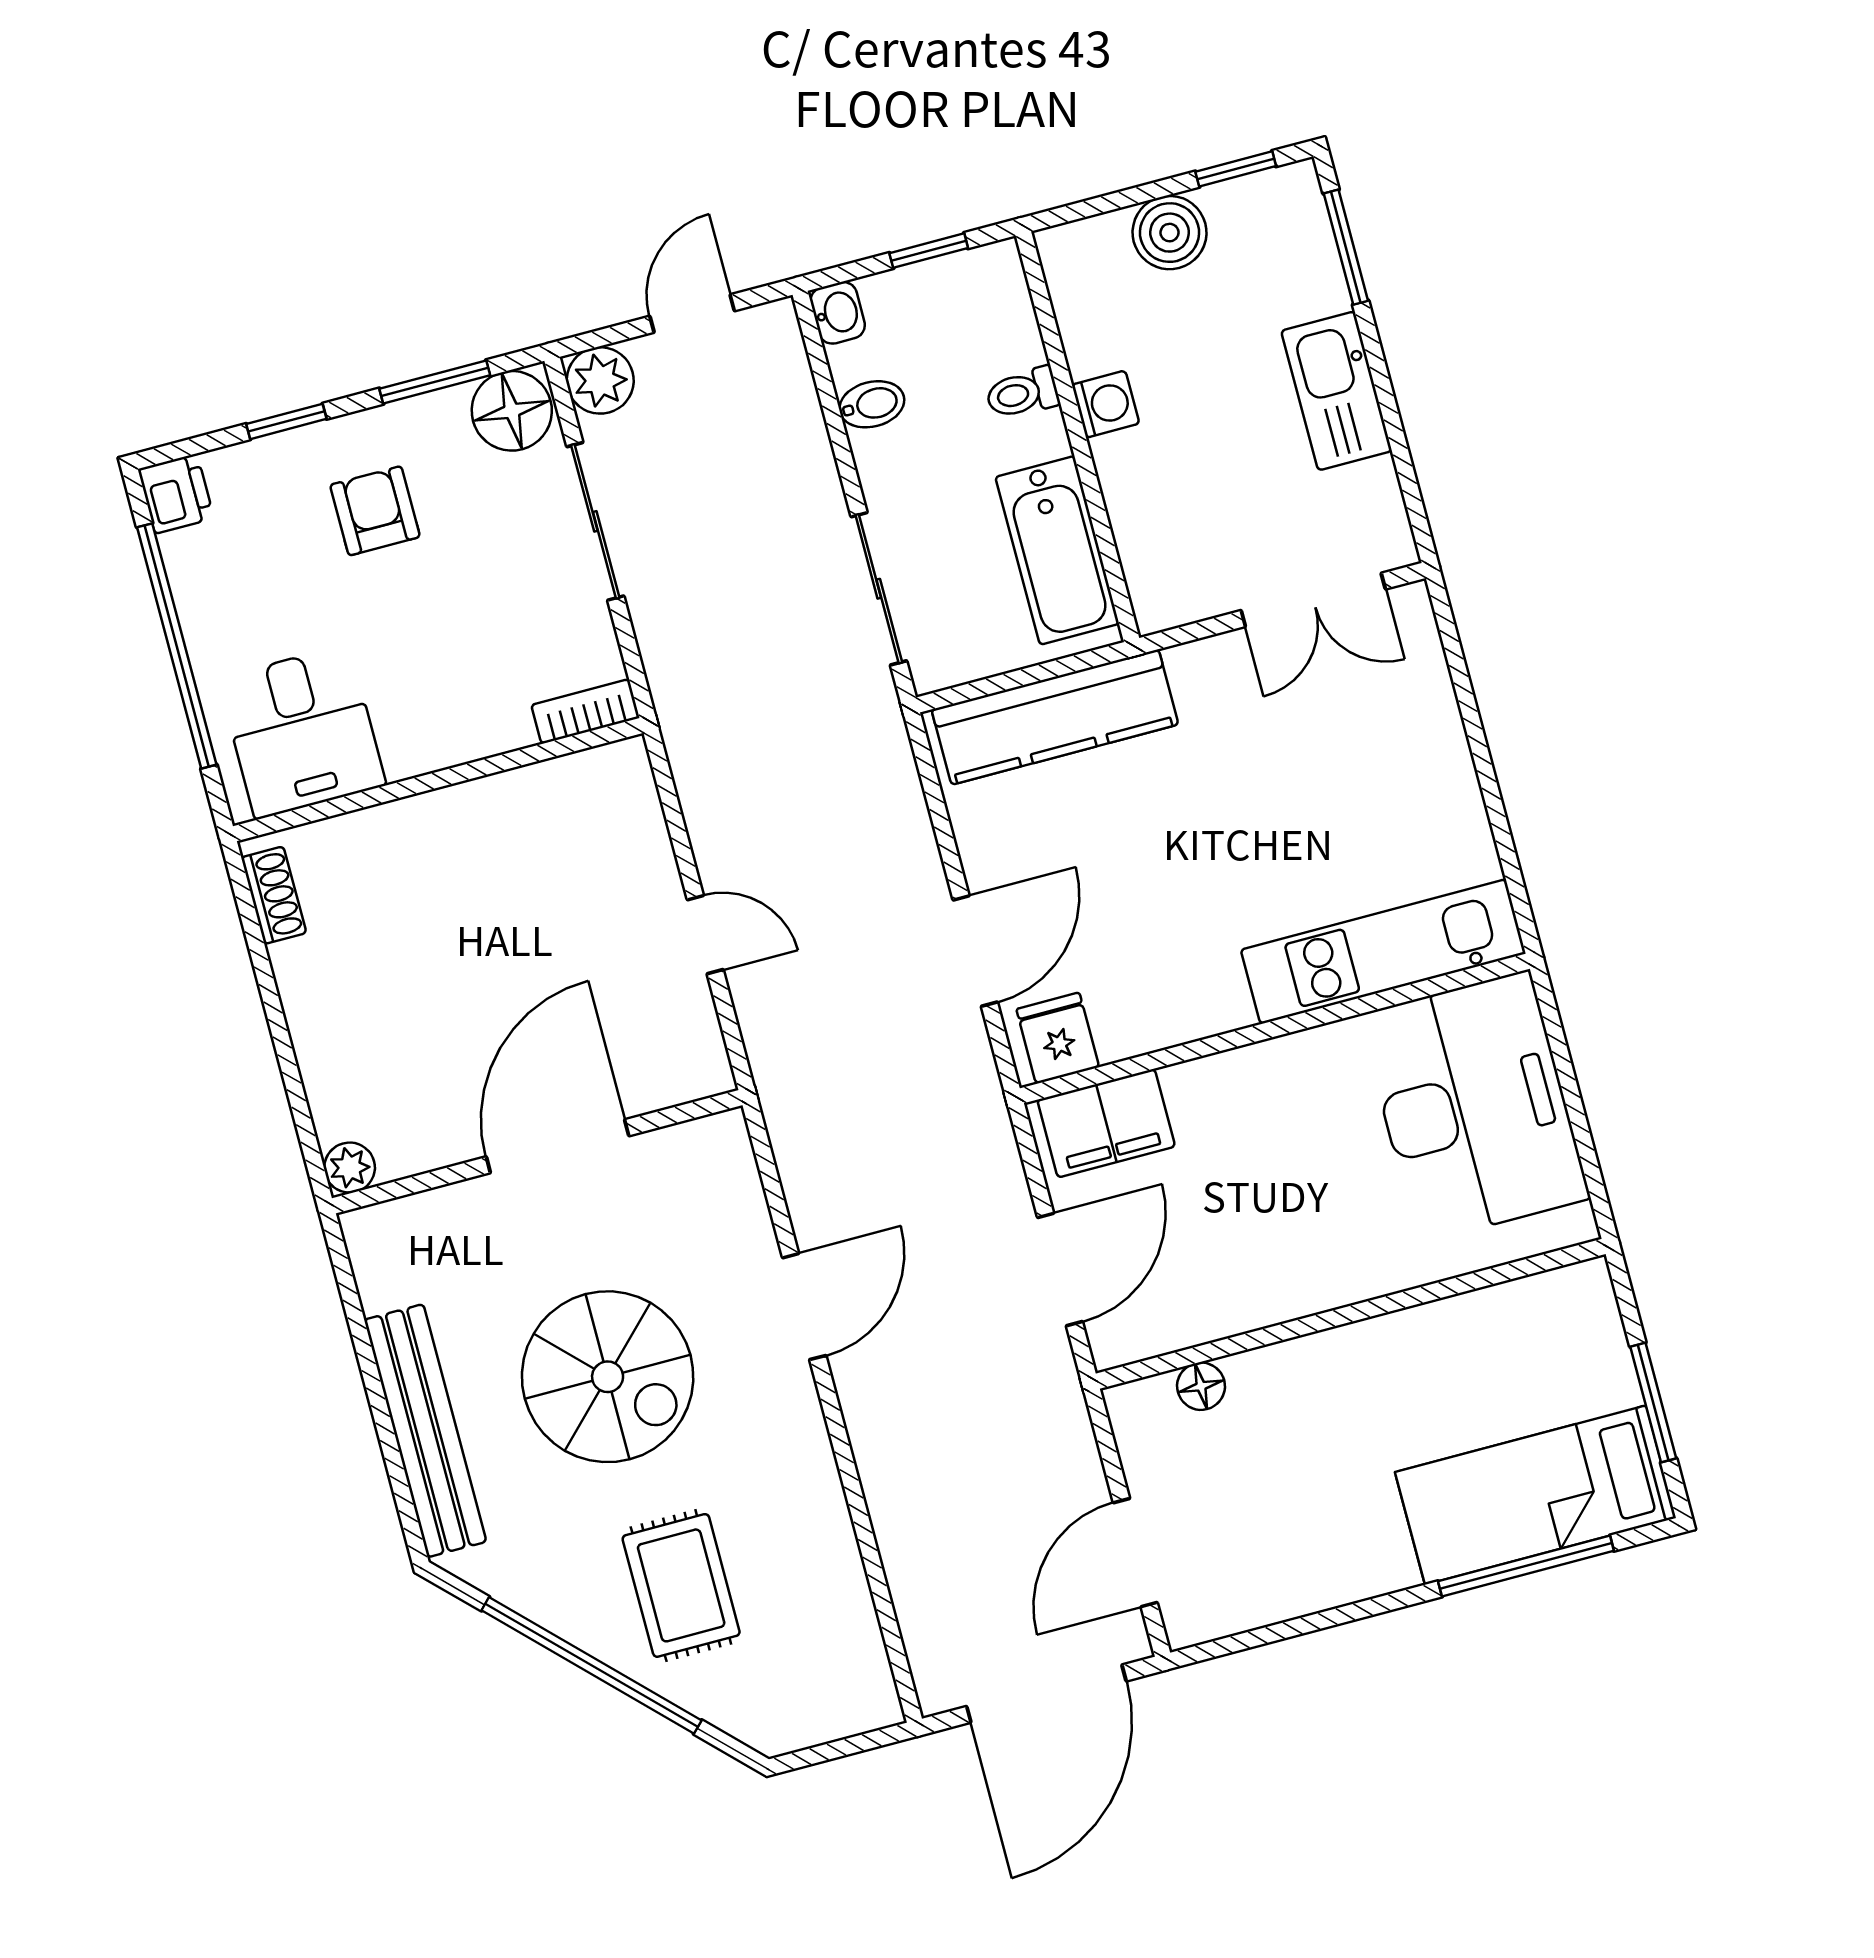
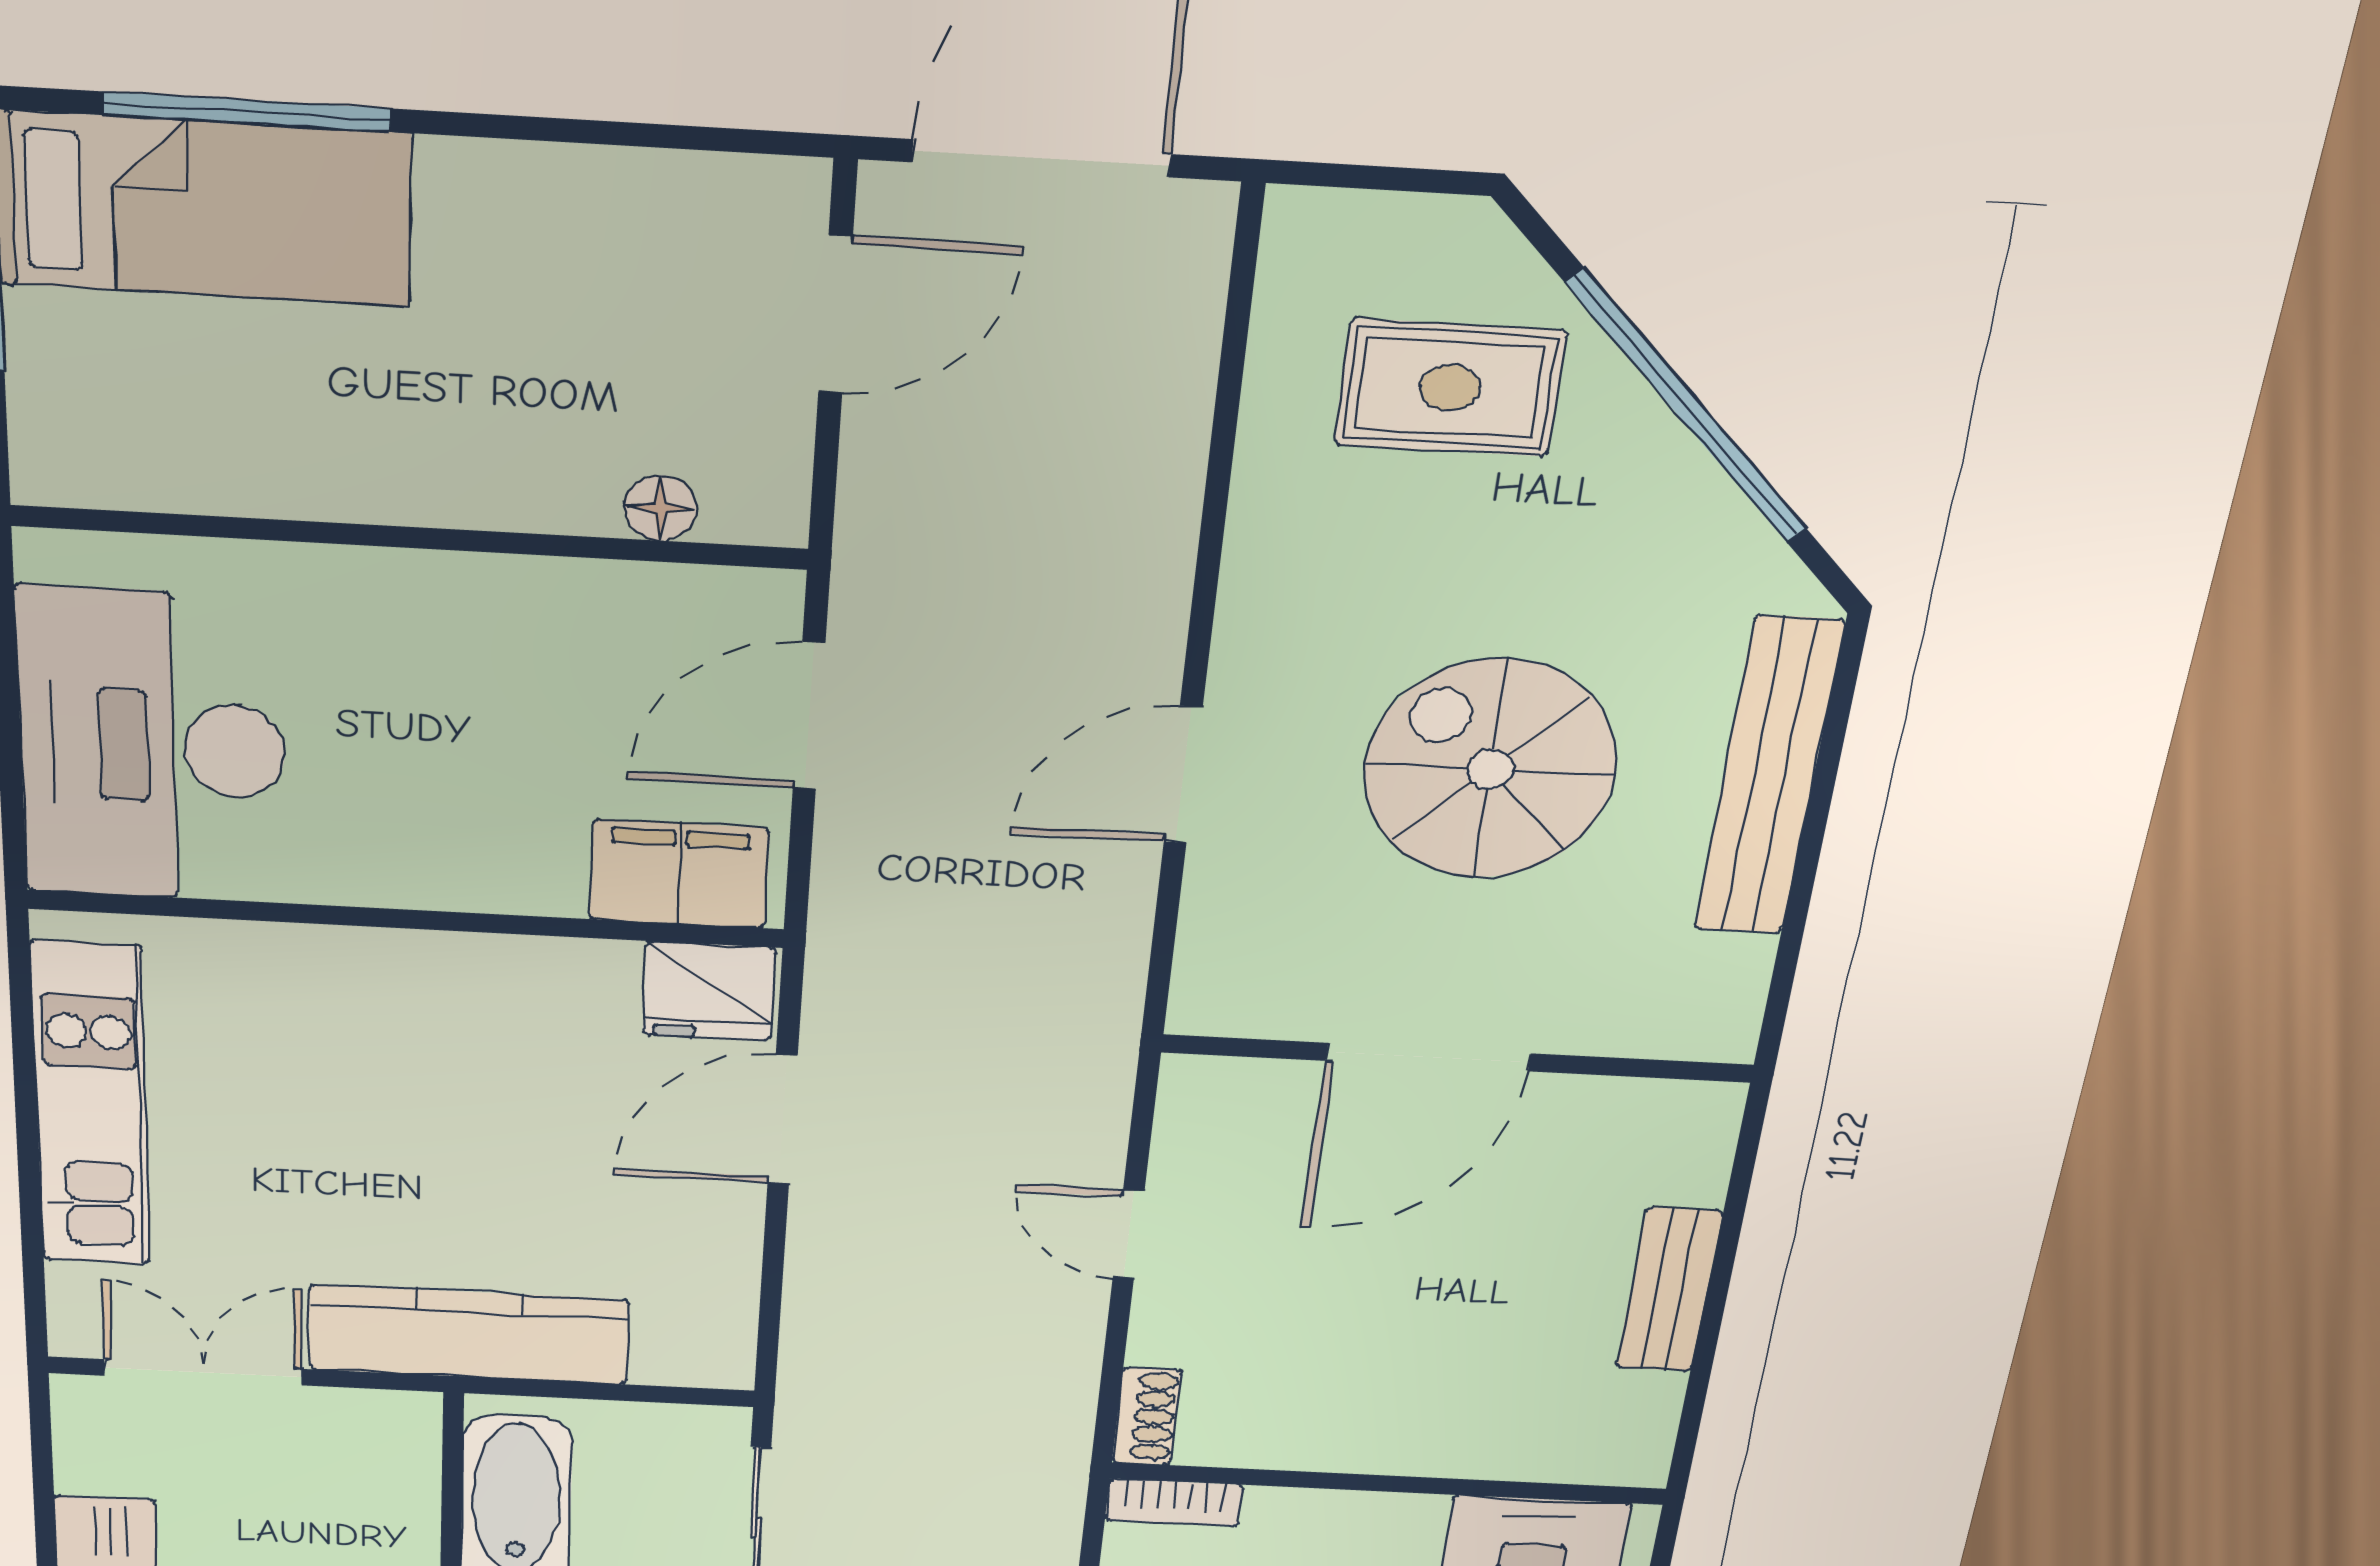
kitchen counter: (1055, 717) -> (469, 1335), moved
shoe rack: (274, 895) -> (1147, 1416), moved, turned 180
kitchen unit: (1383, 952) -> (91, 1106), moved, turned -90
bench: (311, 1013) -> (1669, 1290), added
fridge: (1058, 1038) -> (709, 991), width x1.38
plant: (350, 1168) -> (1709, 1110), removed
rug: (681, 1585) -> (1450, 388), moved, turned 90

